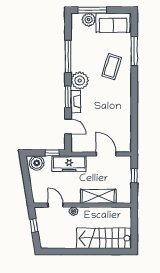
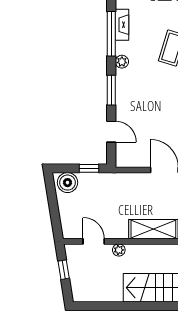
plant: (80, 81) -> (122, 62), width x0.53, depth x0.53
fireplace: (76, 101) -> (122, 25), moved
freezer: (69, 164) -> (113, 184), removed

